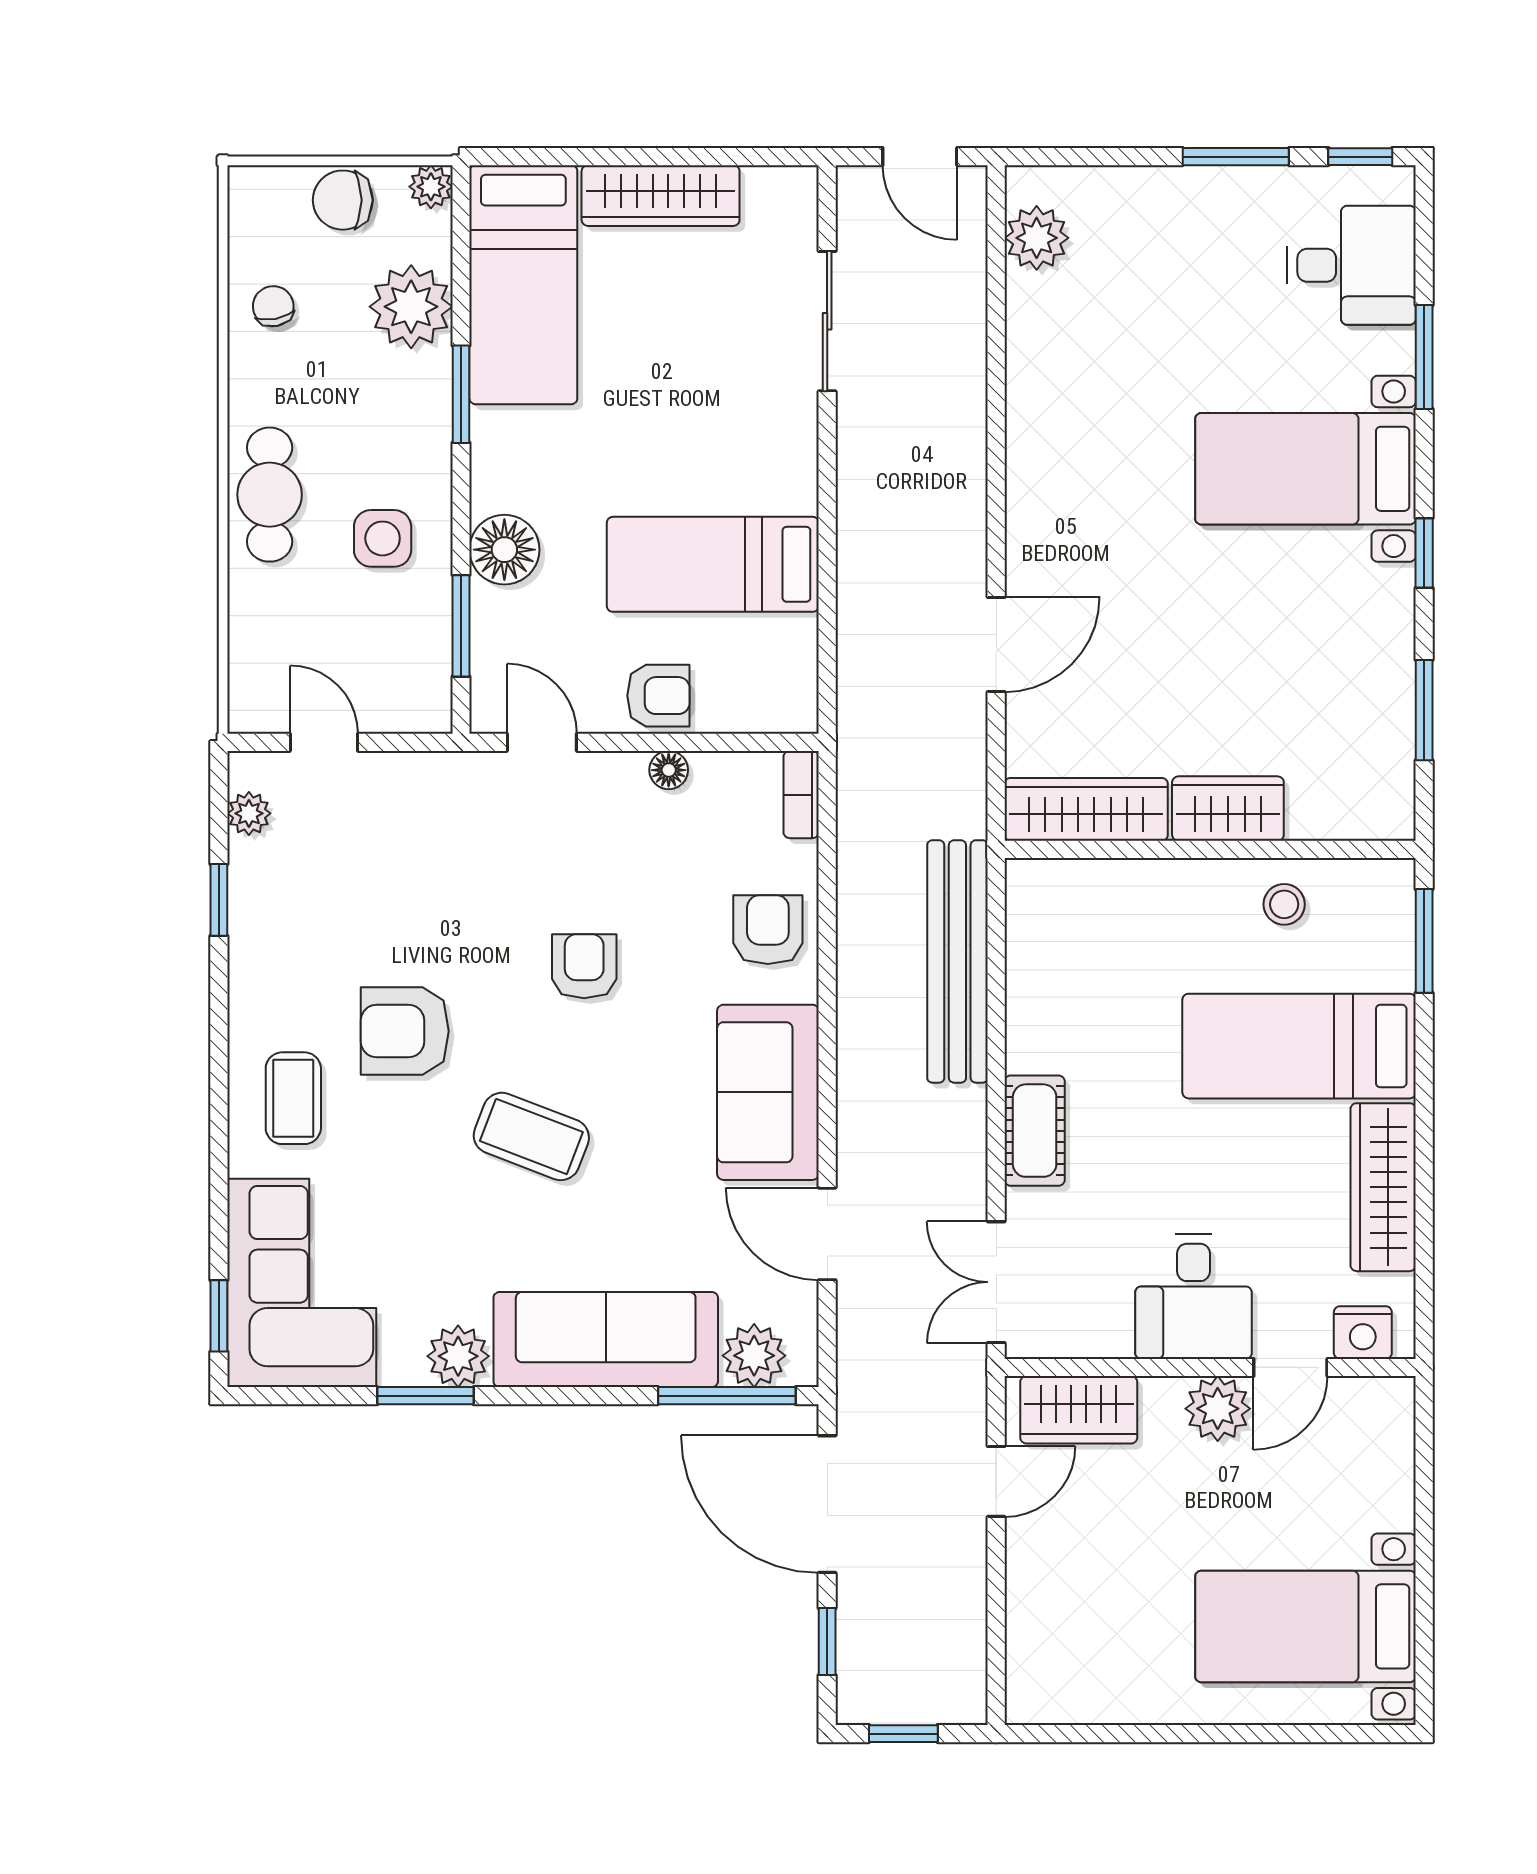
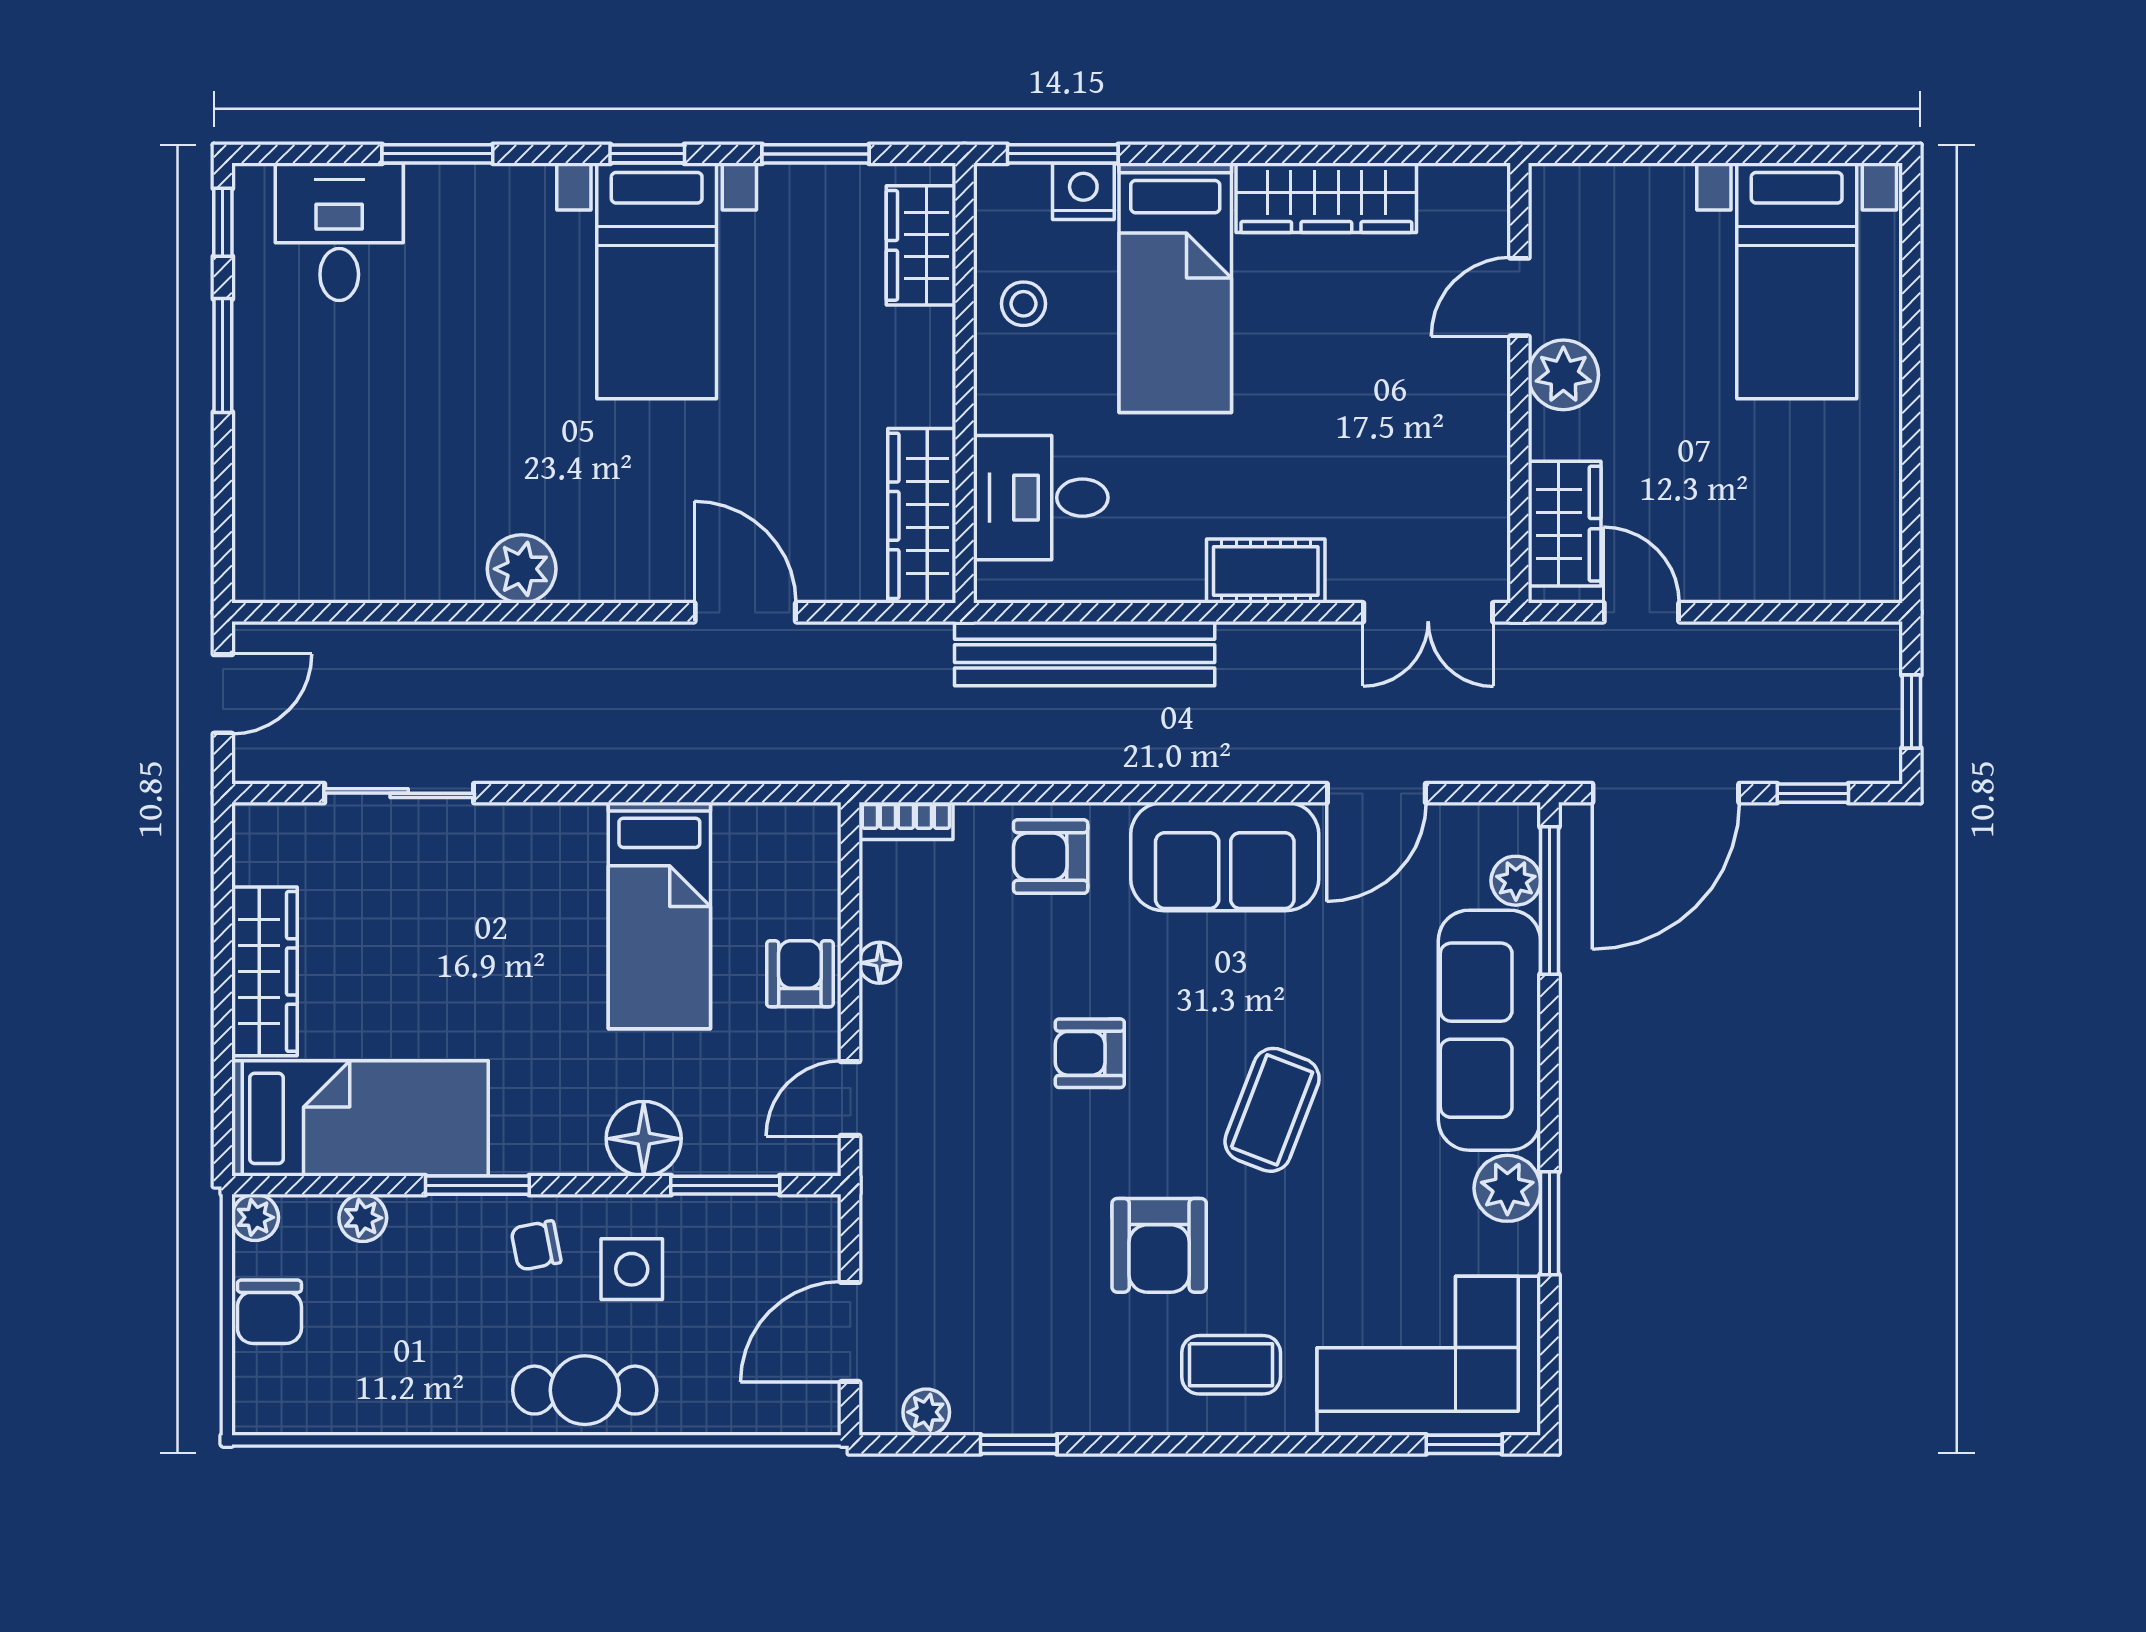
plant: (1037, 238) -> (522, 569), moved
chair: (273, 306) -> (536, 1245), moved
plant: (411, 307) -> (363, 1218), width x0.53, depth x0.53
bed with nightstands: (1305, 469) -> (657, 281), moved
door: (324, 742) -> (850, 1332), width x1.38
wardrobe: (1228, 809) -> (921, 245), moved
desk: (1193, 1296) -> (1041, 498), moved, turned 180
nightstand: (1363, 1333) -> (1083, 191), moved, turned -90
plant: (754, 1356) -> (1516, 881), width x0.73, depth x0.73
door: (1290, 1367) -> (1519, 297), swing flipped

